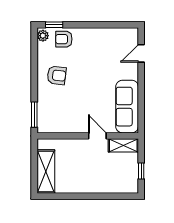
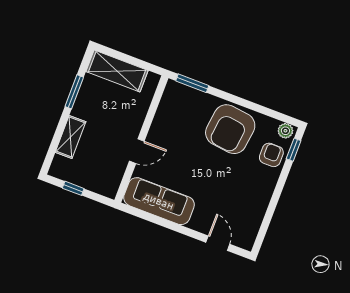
armchair: (57, 75) -> (230, 129), width x1.88, depth x1.88
shelving: (123, 145) -> (71, 137), moved
window: (72, 196) -> (74, 92), added

